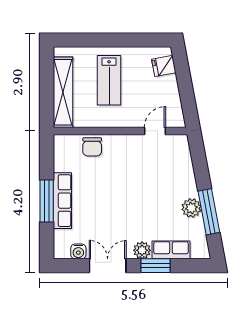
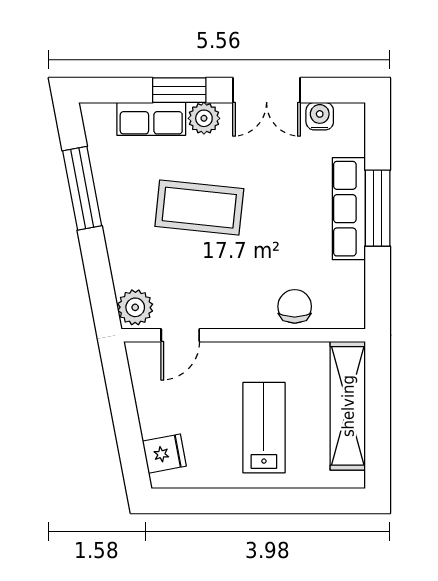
coffee table: (145, 201) -> (199, 208), added
plant: (191, 208) -> (135, 307), moved

